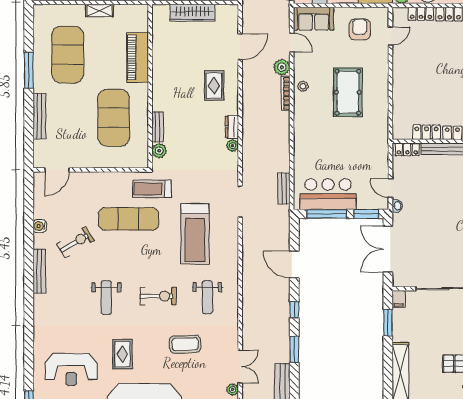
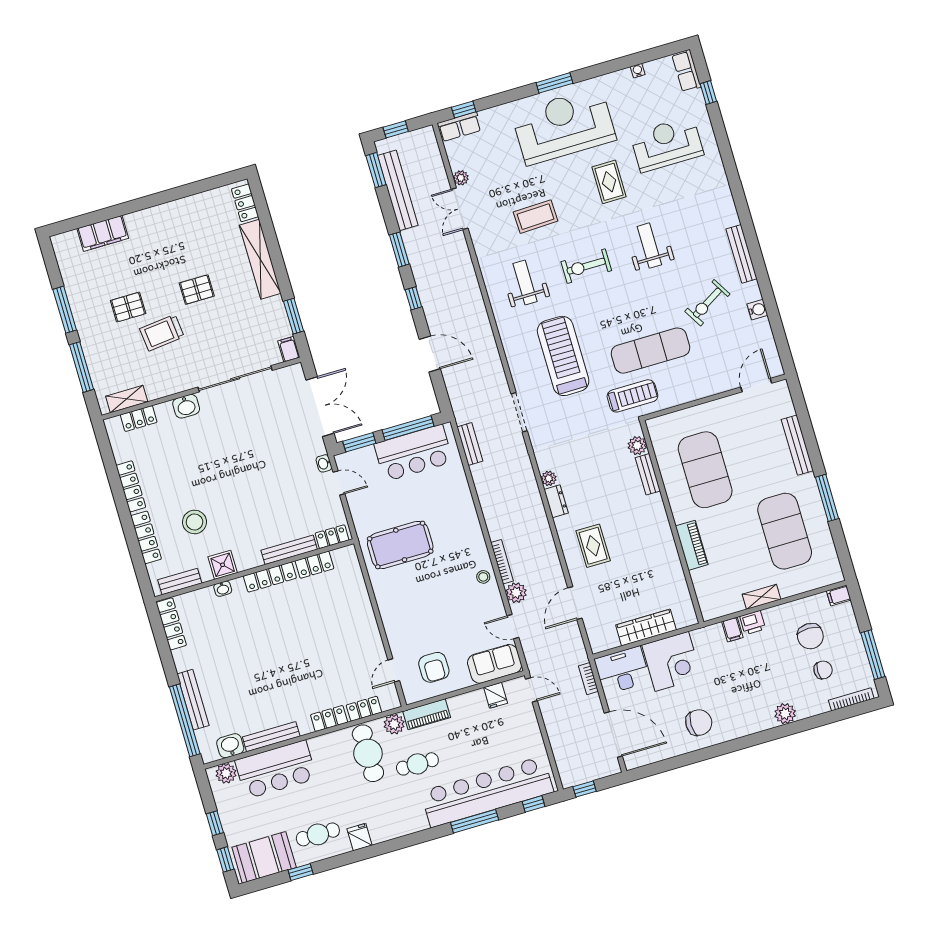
piano: (138, 58) -> (692, 545), width x0.73, depth x0.75
pool table: (348, 92) -> (400, 545), moved, turned 90

